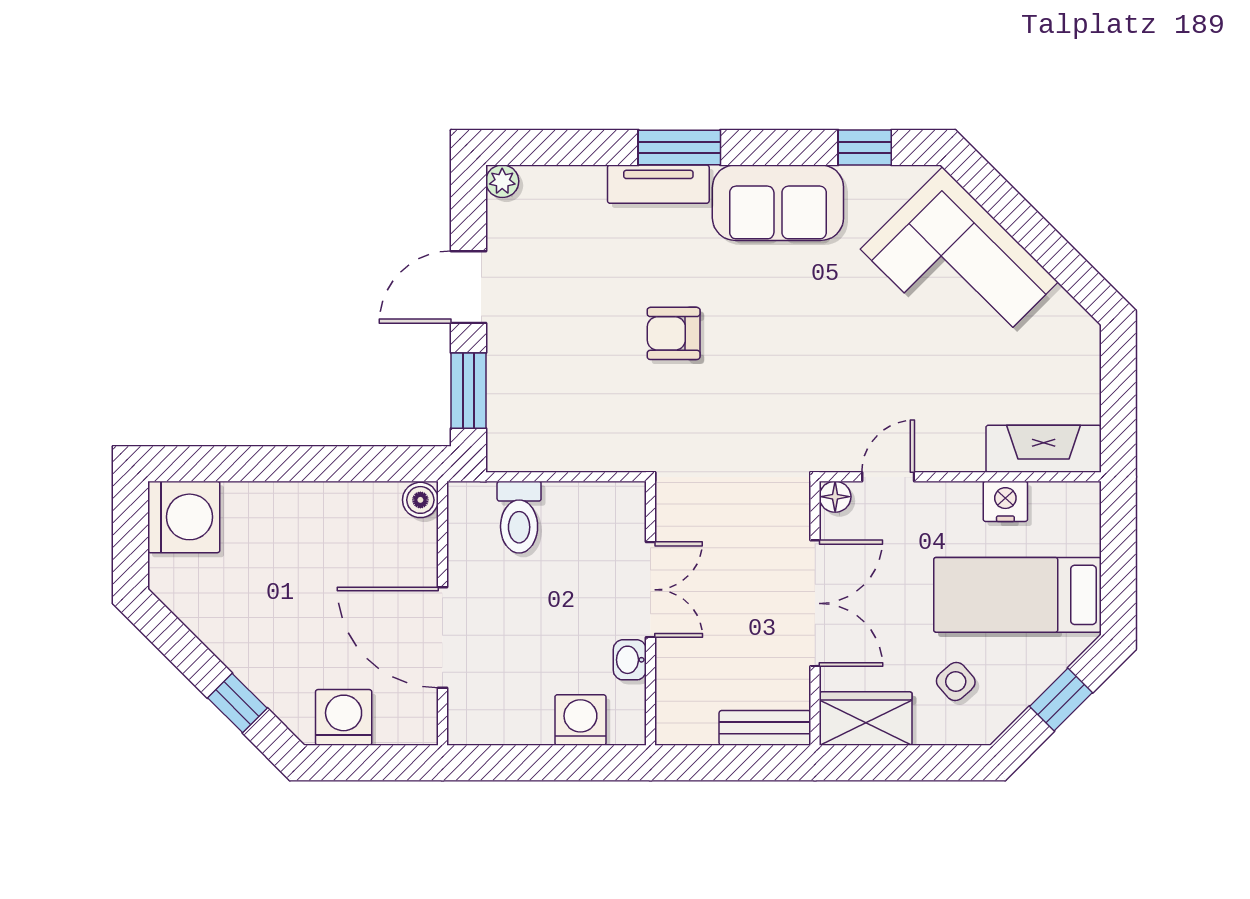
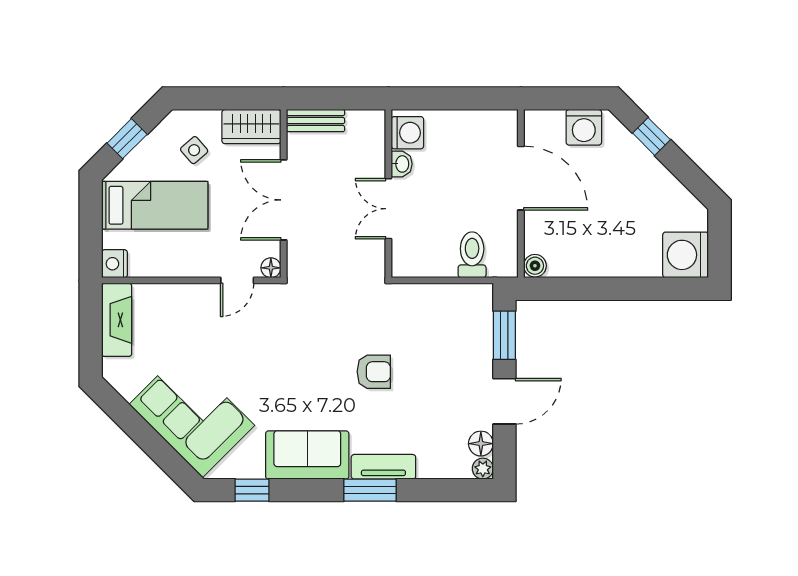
floor lamp: (505, 221) -> (481, 444), added
fireplace: (1044, 449) -> (117, 320), moved, turned -90
nightstand: (1005, 501) -> (114, 264), moved, turned 90
washing machine: (580, 720) -> (407, 133), moved, turned -90

